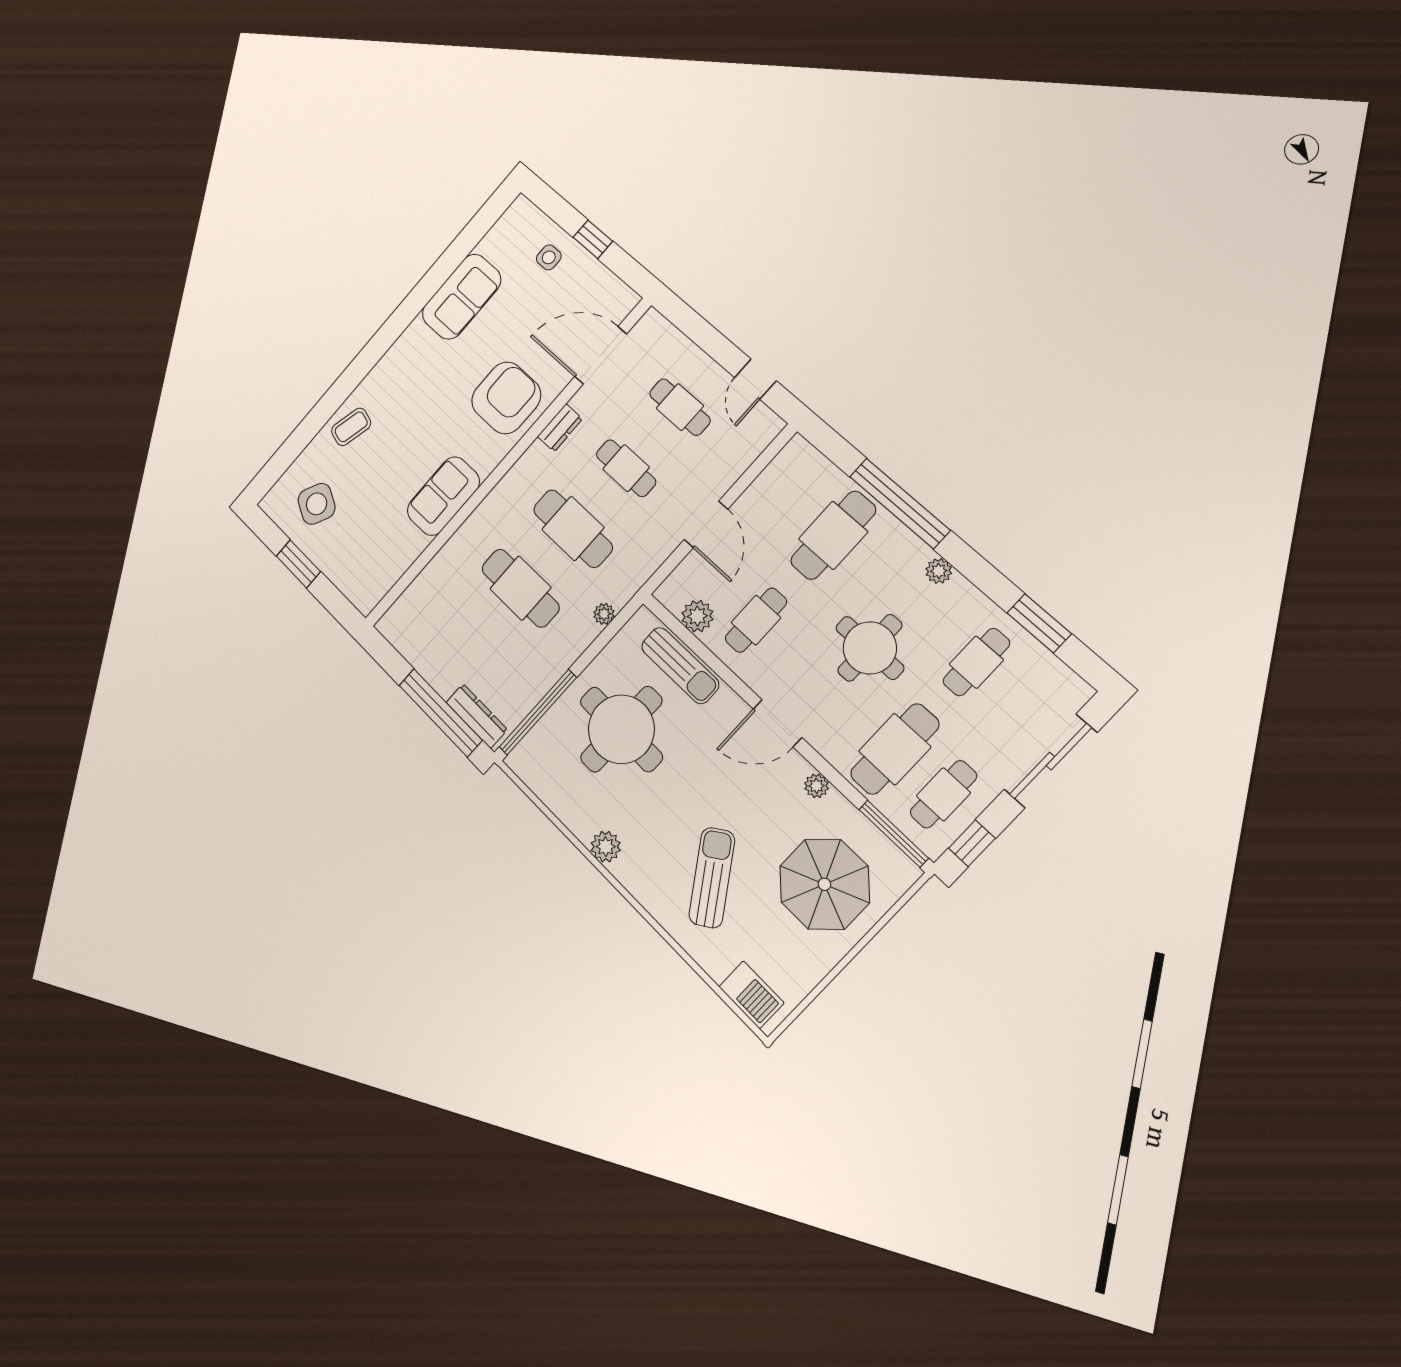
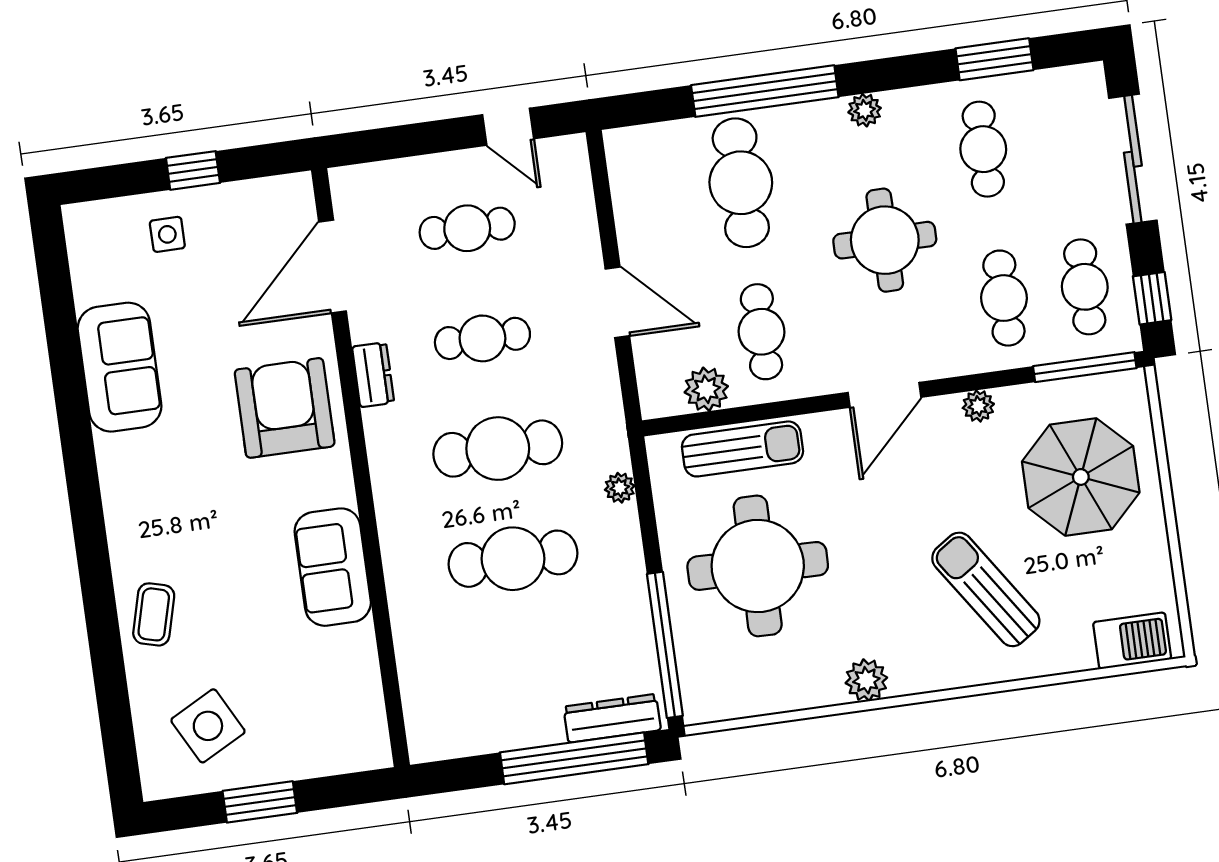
side table: (317, 504) -> (208, 726), turned 35
cafe table: (895, 749) -> (1004, 298), width x0.73, depth x0.74

